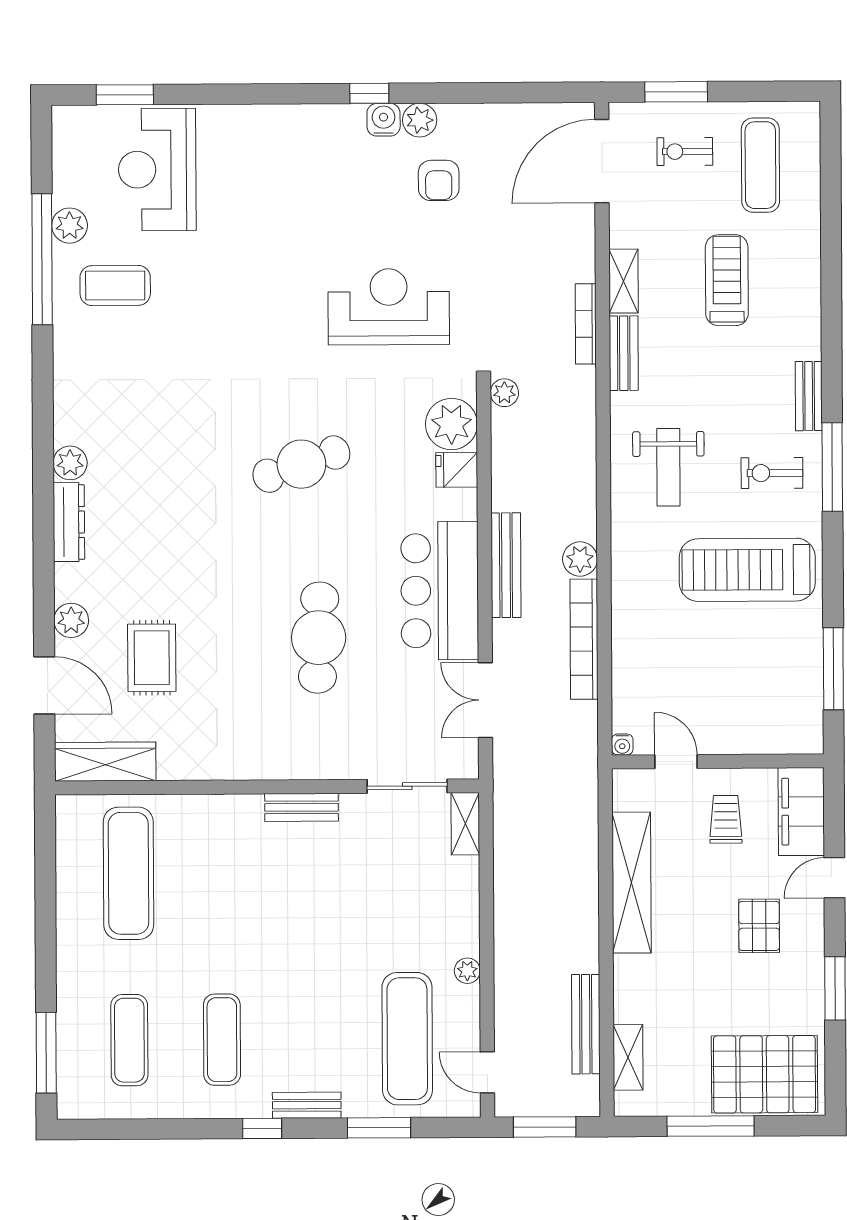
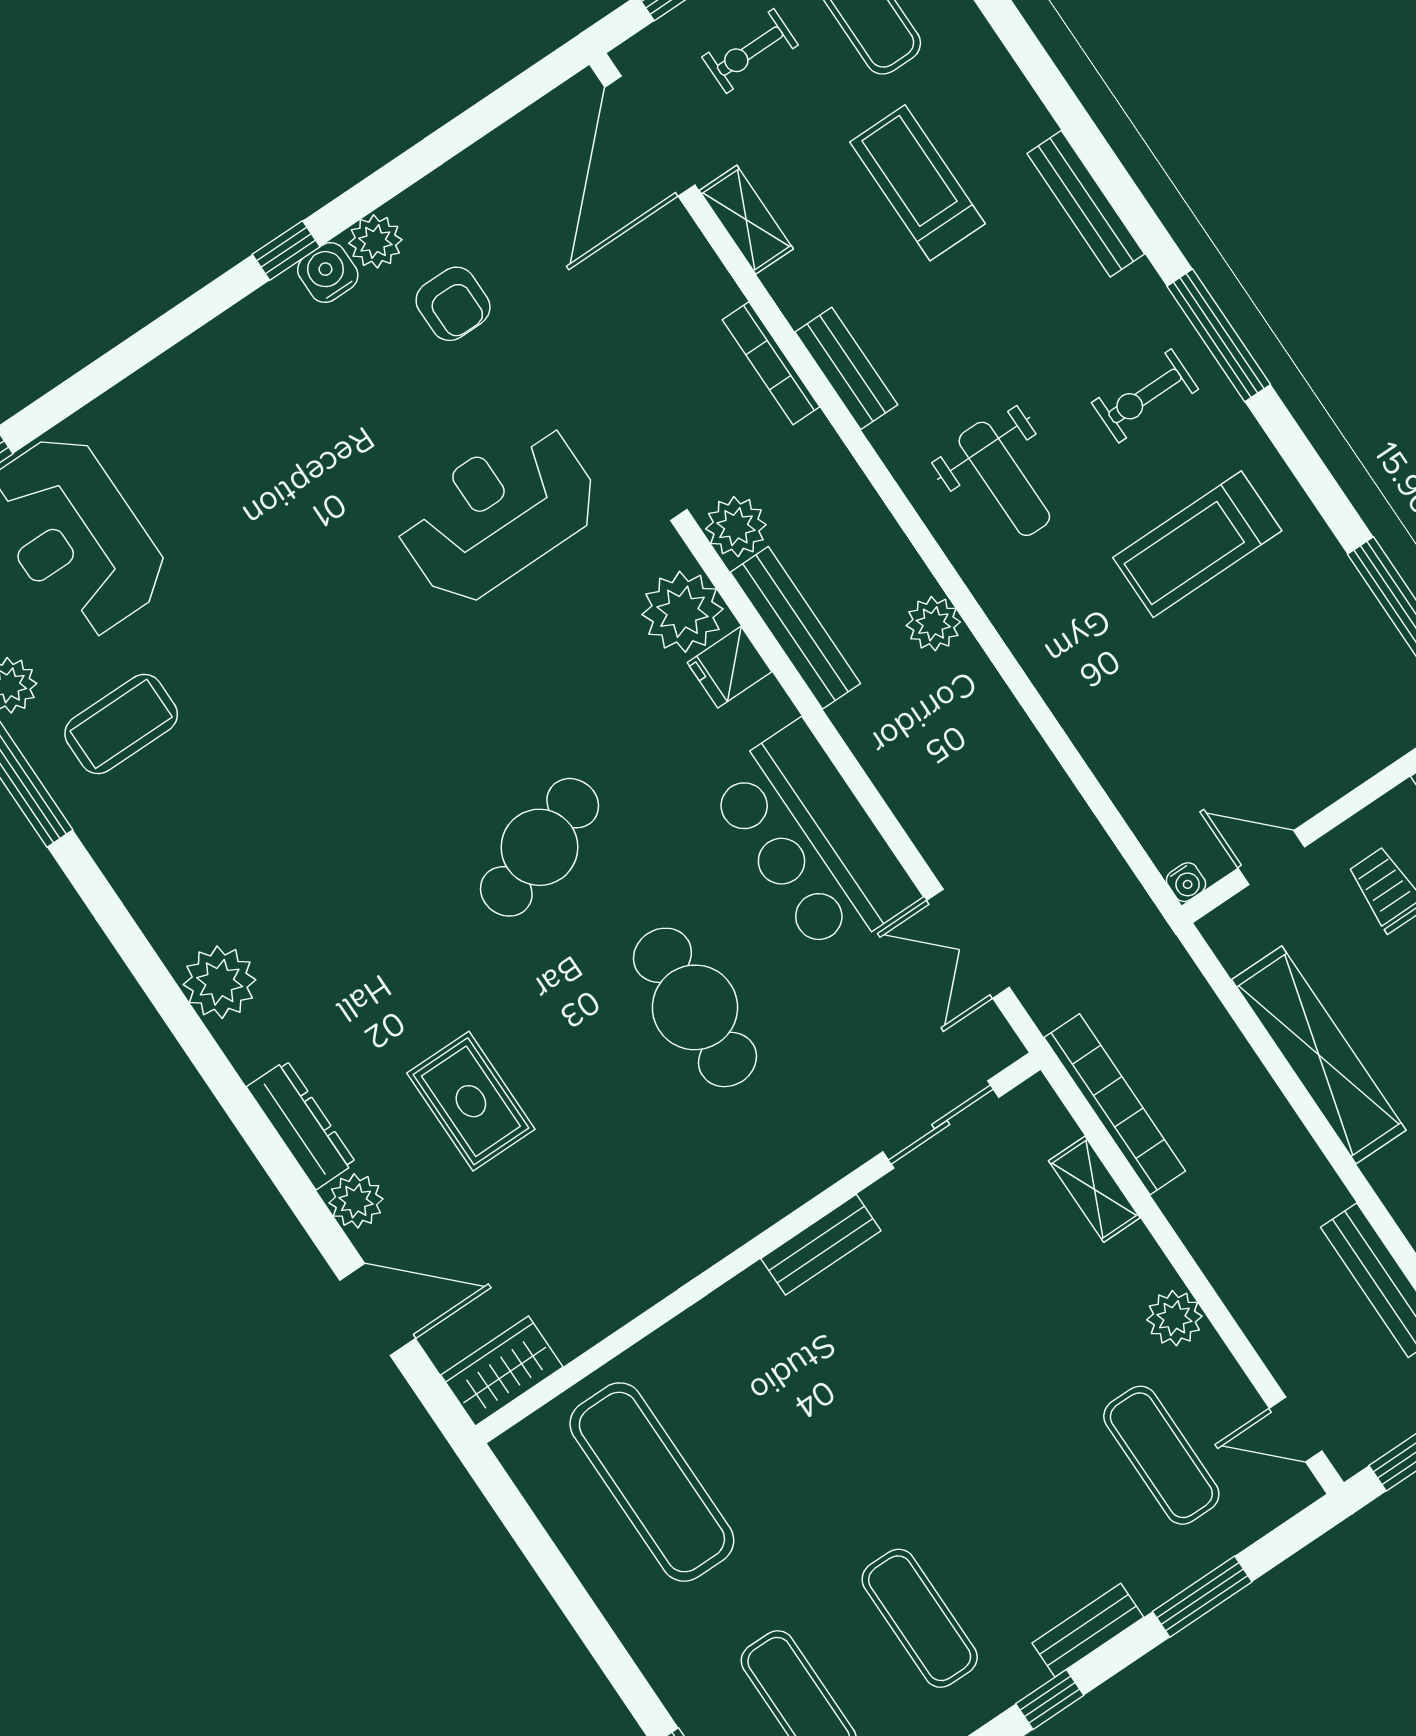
shelving: (624, 281) -> (746, 220), moved
plant: (504, 393) -> (736, 527), width x1.38, depth x1.38
bench: (809, 396) -> (1086, 204), moved, width x1.36
plant: (70, 463) -> (220, 982), width x1.36, depth x1.36
cafe table: (301, 464) -> (539, 847), moved
dresser: (69, 522) -> (301, 1125), moved
plant: (580, 559) -> (933, 624), moved
bench: (506, 565) -> (795, 628), moved
treadmill: (747, 570) -> (1197, 544), width x0.73, depth x0.73
bookcase: (584, 639) -> (1115, 1104), moved, turned 180
rug: (152, 658) -> (471, 1101), moved
wardrobe: (105, 762) -> (502, 1371), width x0.67
shelving: (465, 824) -> (1094, 1189), moved
plant: (467, 971) -> (1174, 1318), width x1.38, depth x1.38
exercise mat: (407, 1039) -> (1161, 1455), width x0.73, depth x0.69

